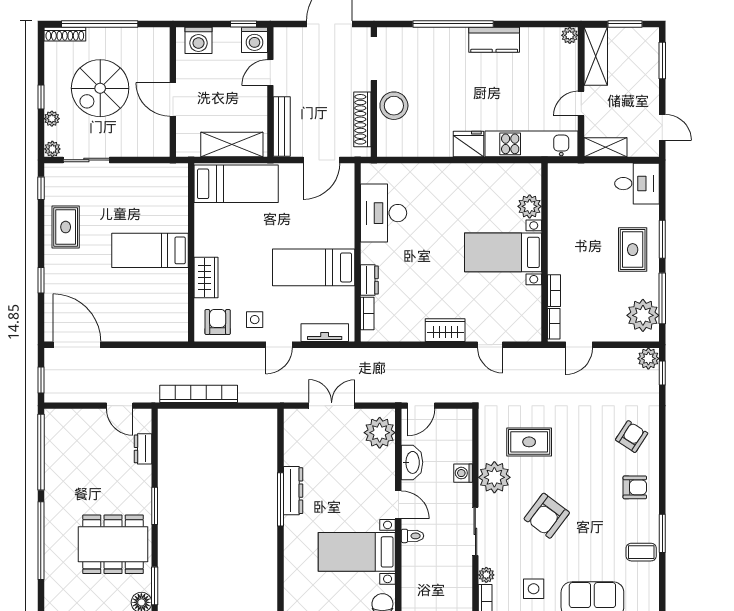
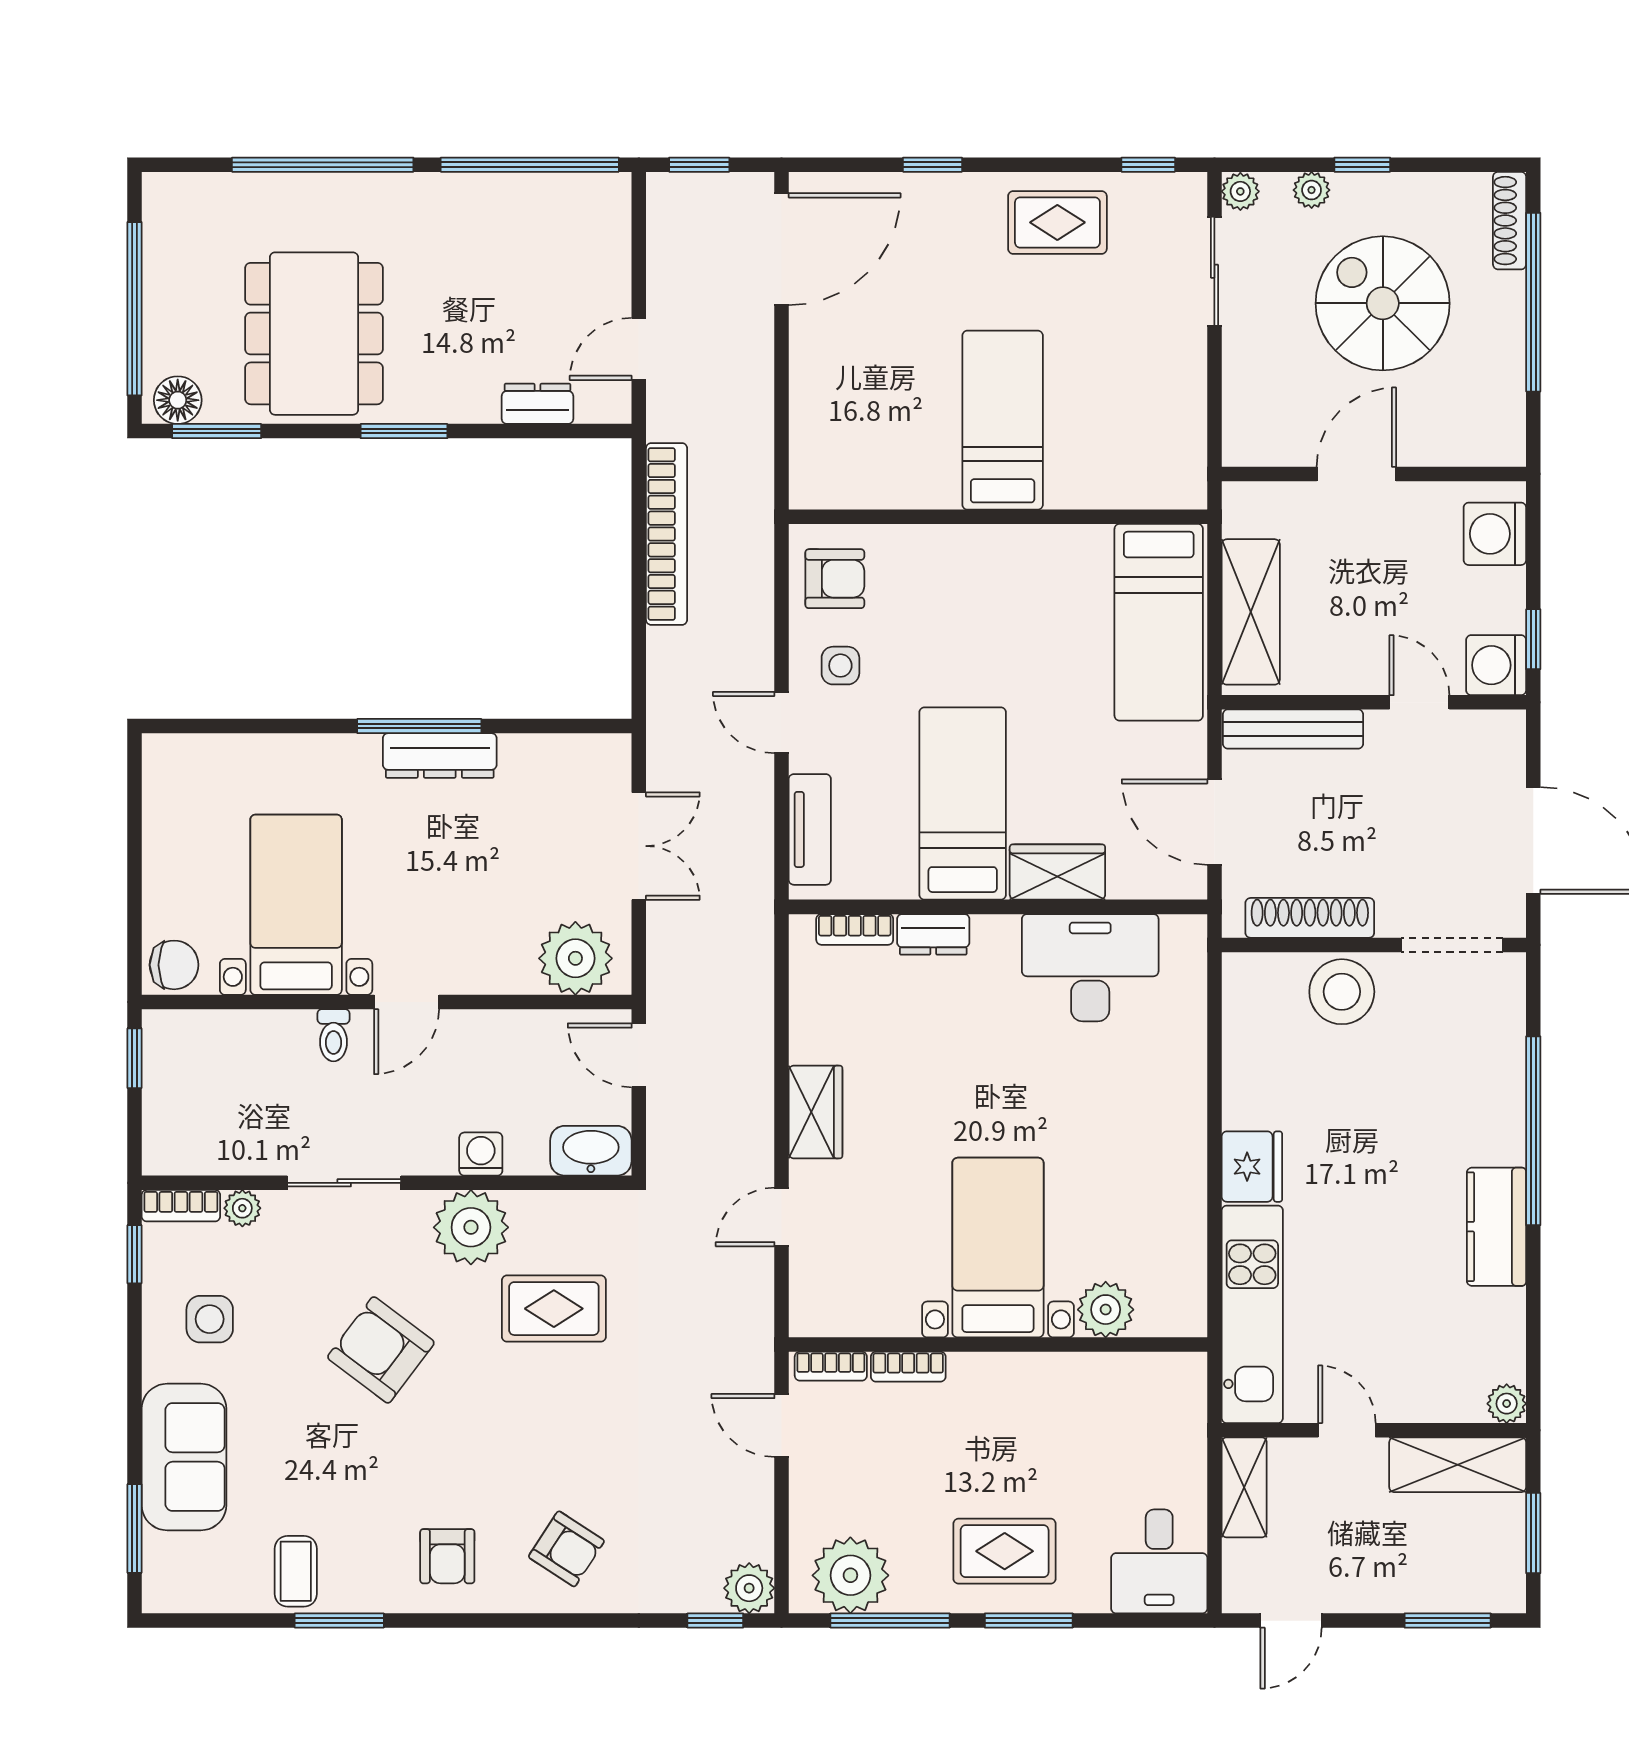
wardrobe: (206, 278) -> (1057, 872), moved, turned 180
rug: (529, 442) -> (554, 1309), turned 90
washbasin: (412, 462) -> (591, 1151), moved, turned 180

